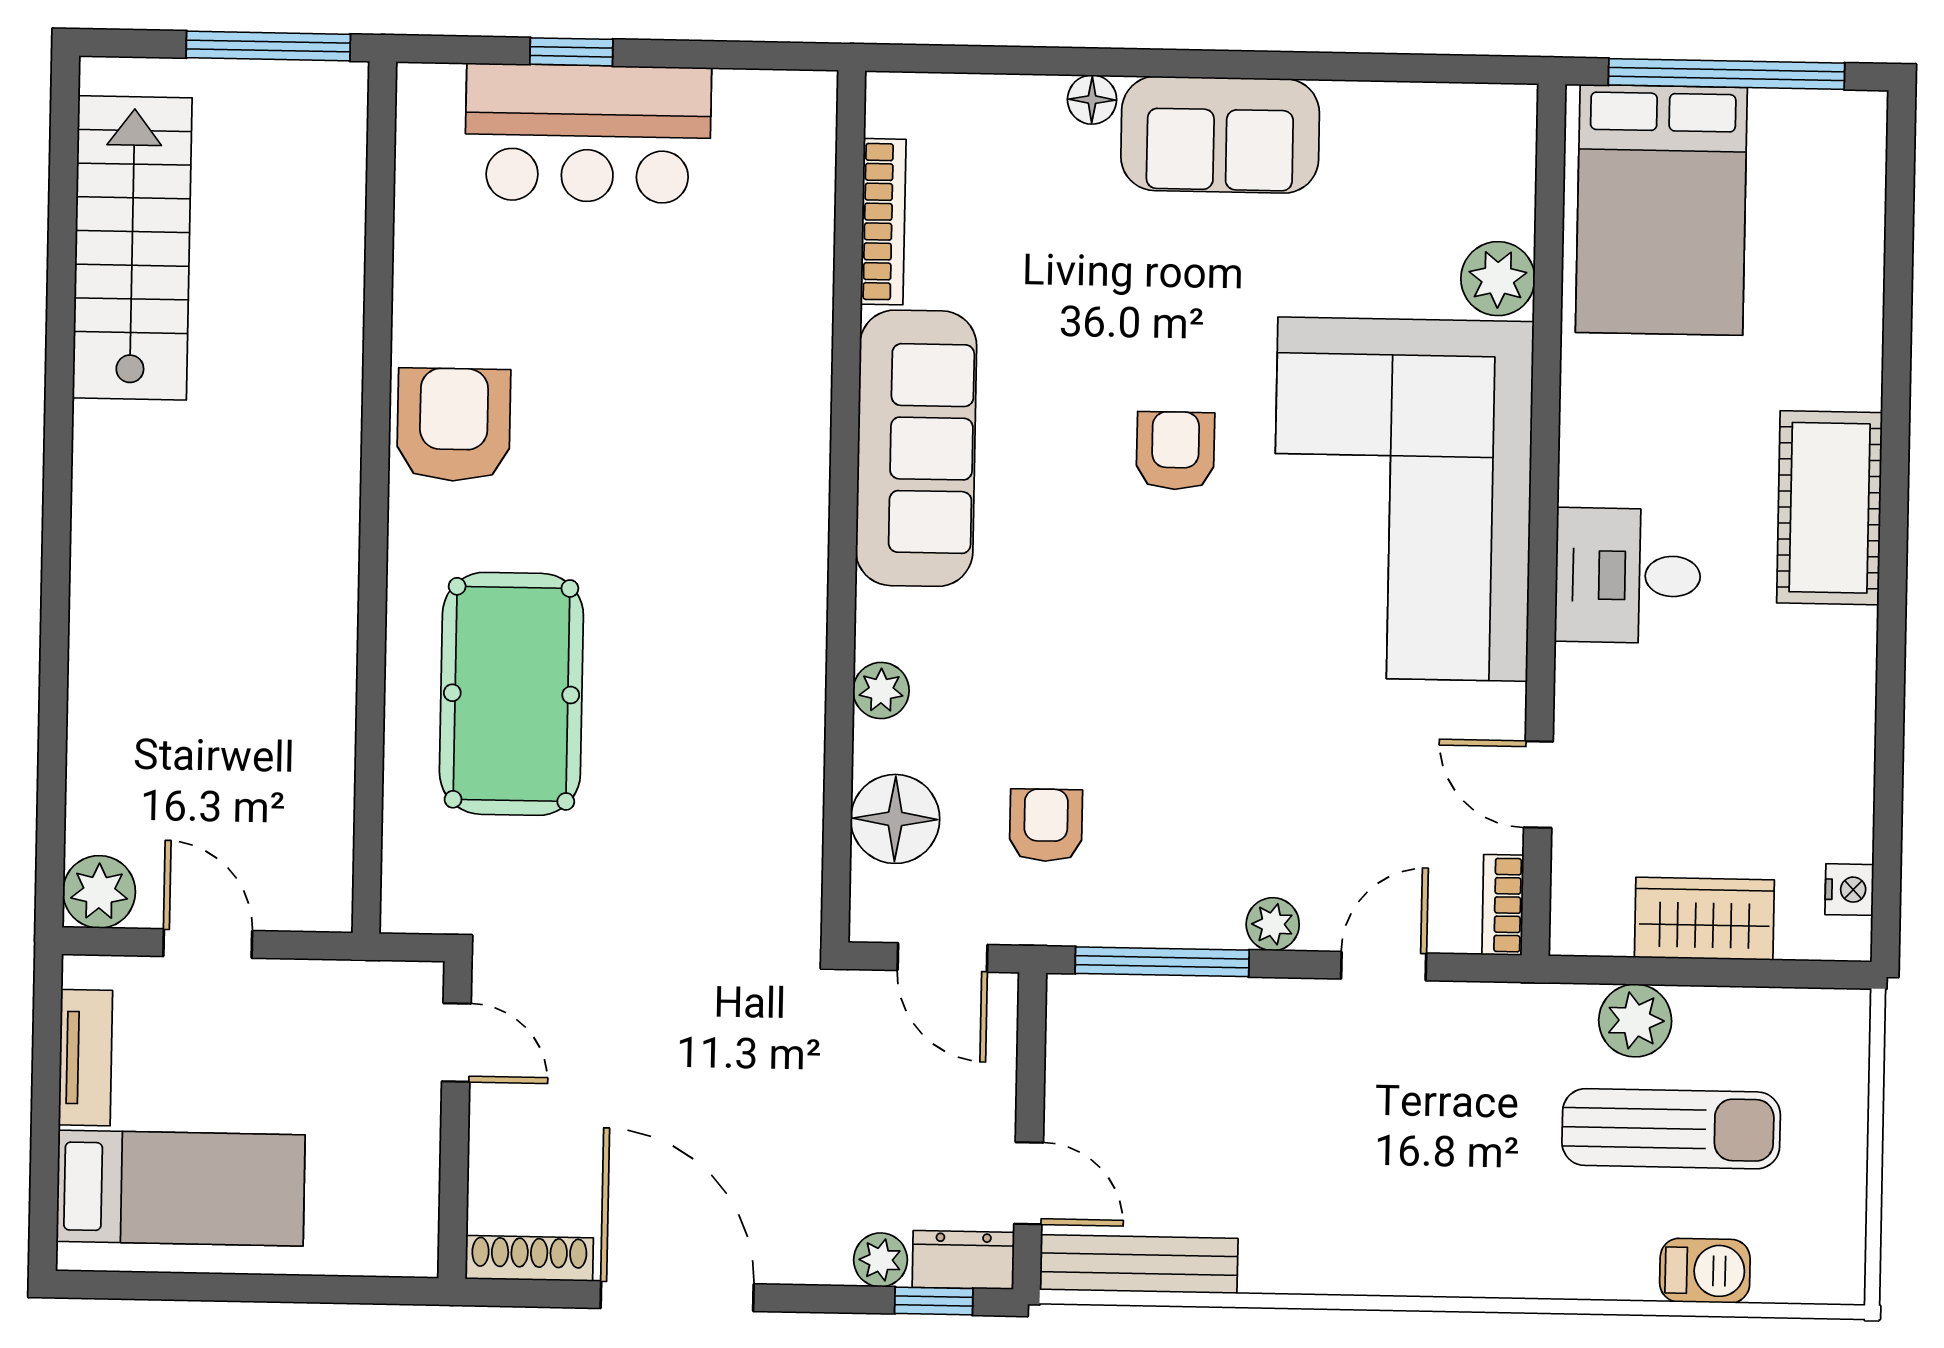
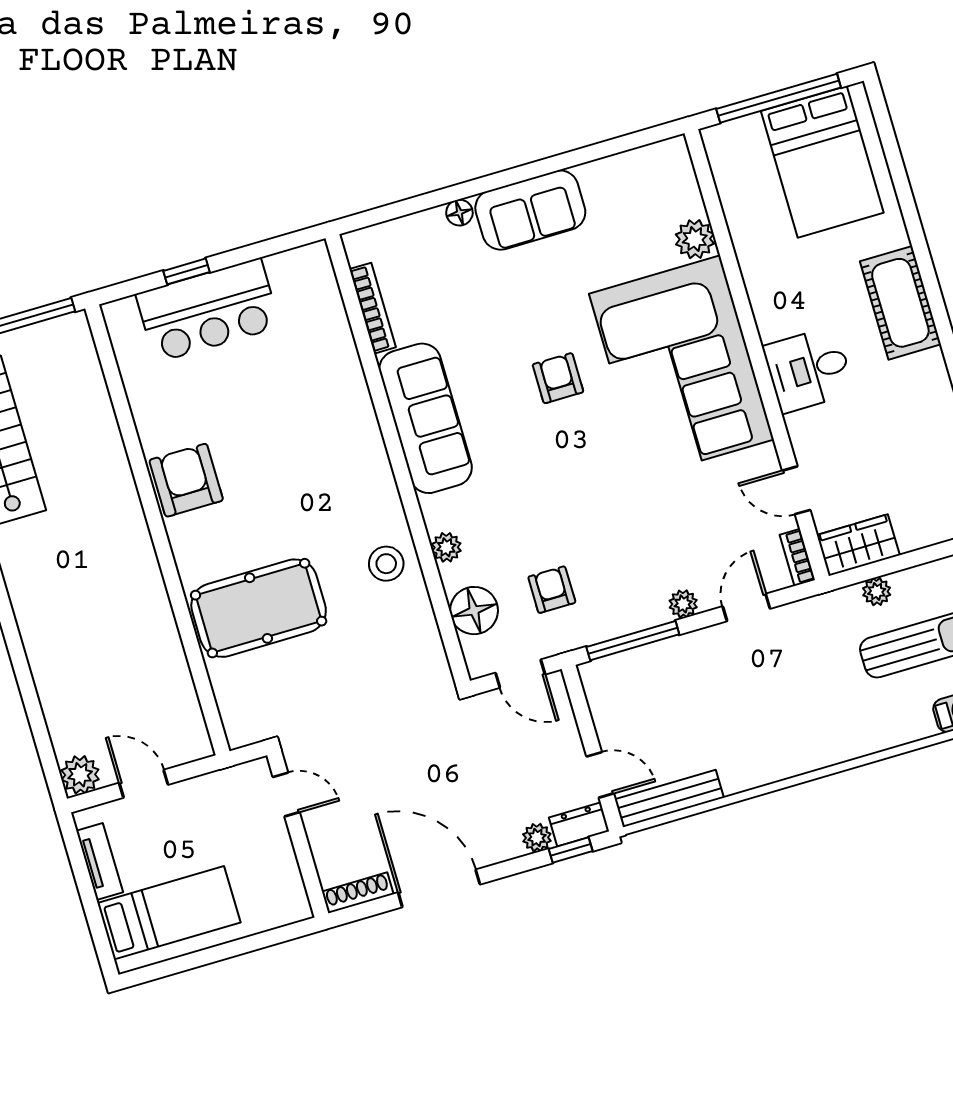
bed: (1661, 210) -> (822, 162), moved
stool: (765, 686) -> (386, 564), added
pool table: (511, 694) -> (259, 608), turned 90
wardrobe: (1704, 919) -> (858, 545), moved
plant: (1635, 1021) -> (877, 592), width x0.73, depth x0.73

